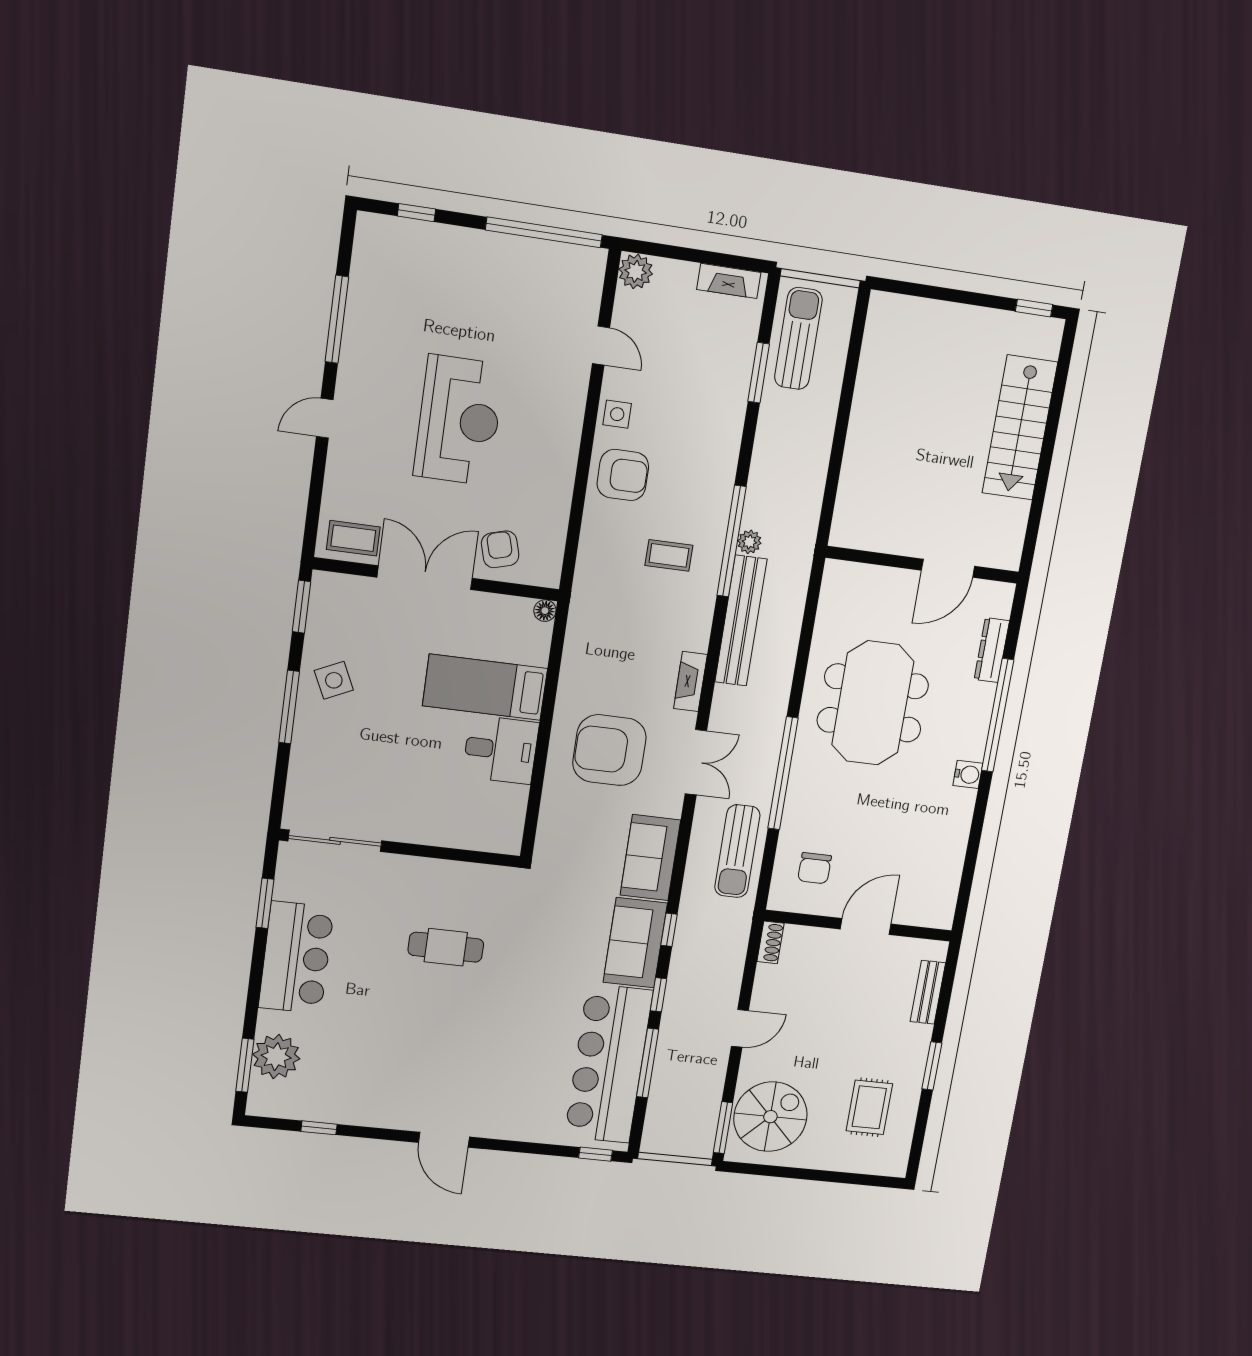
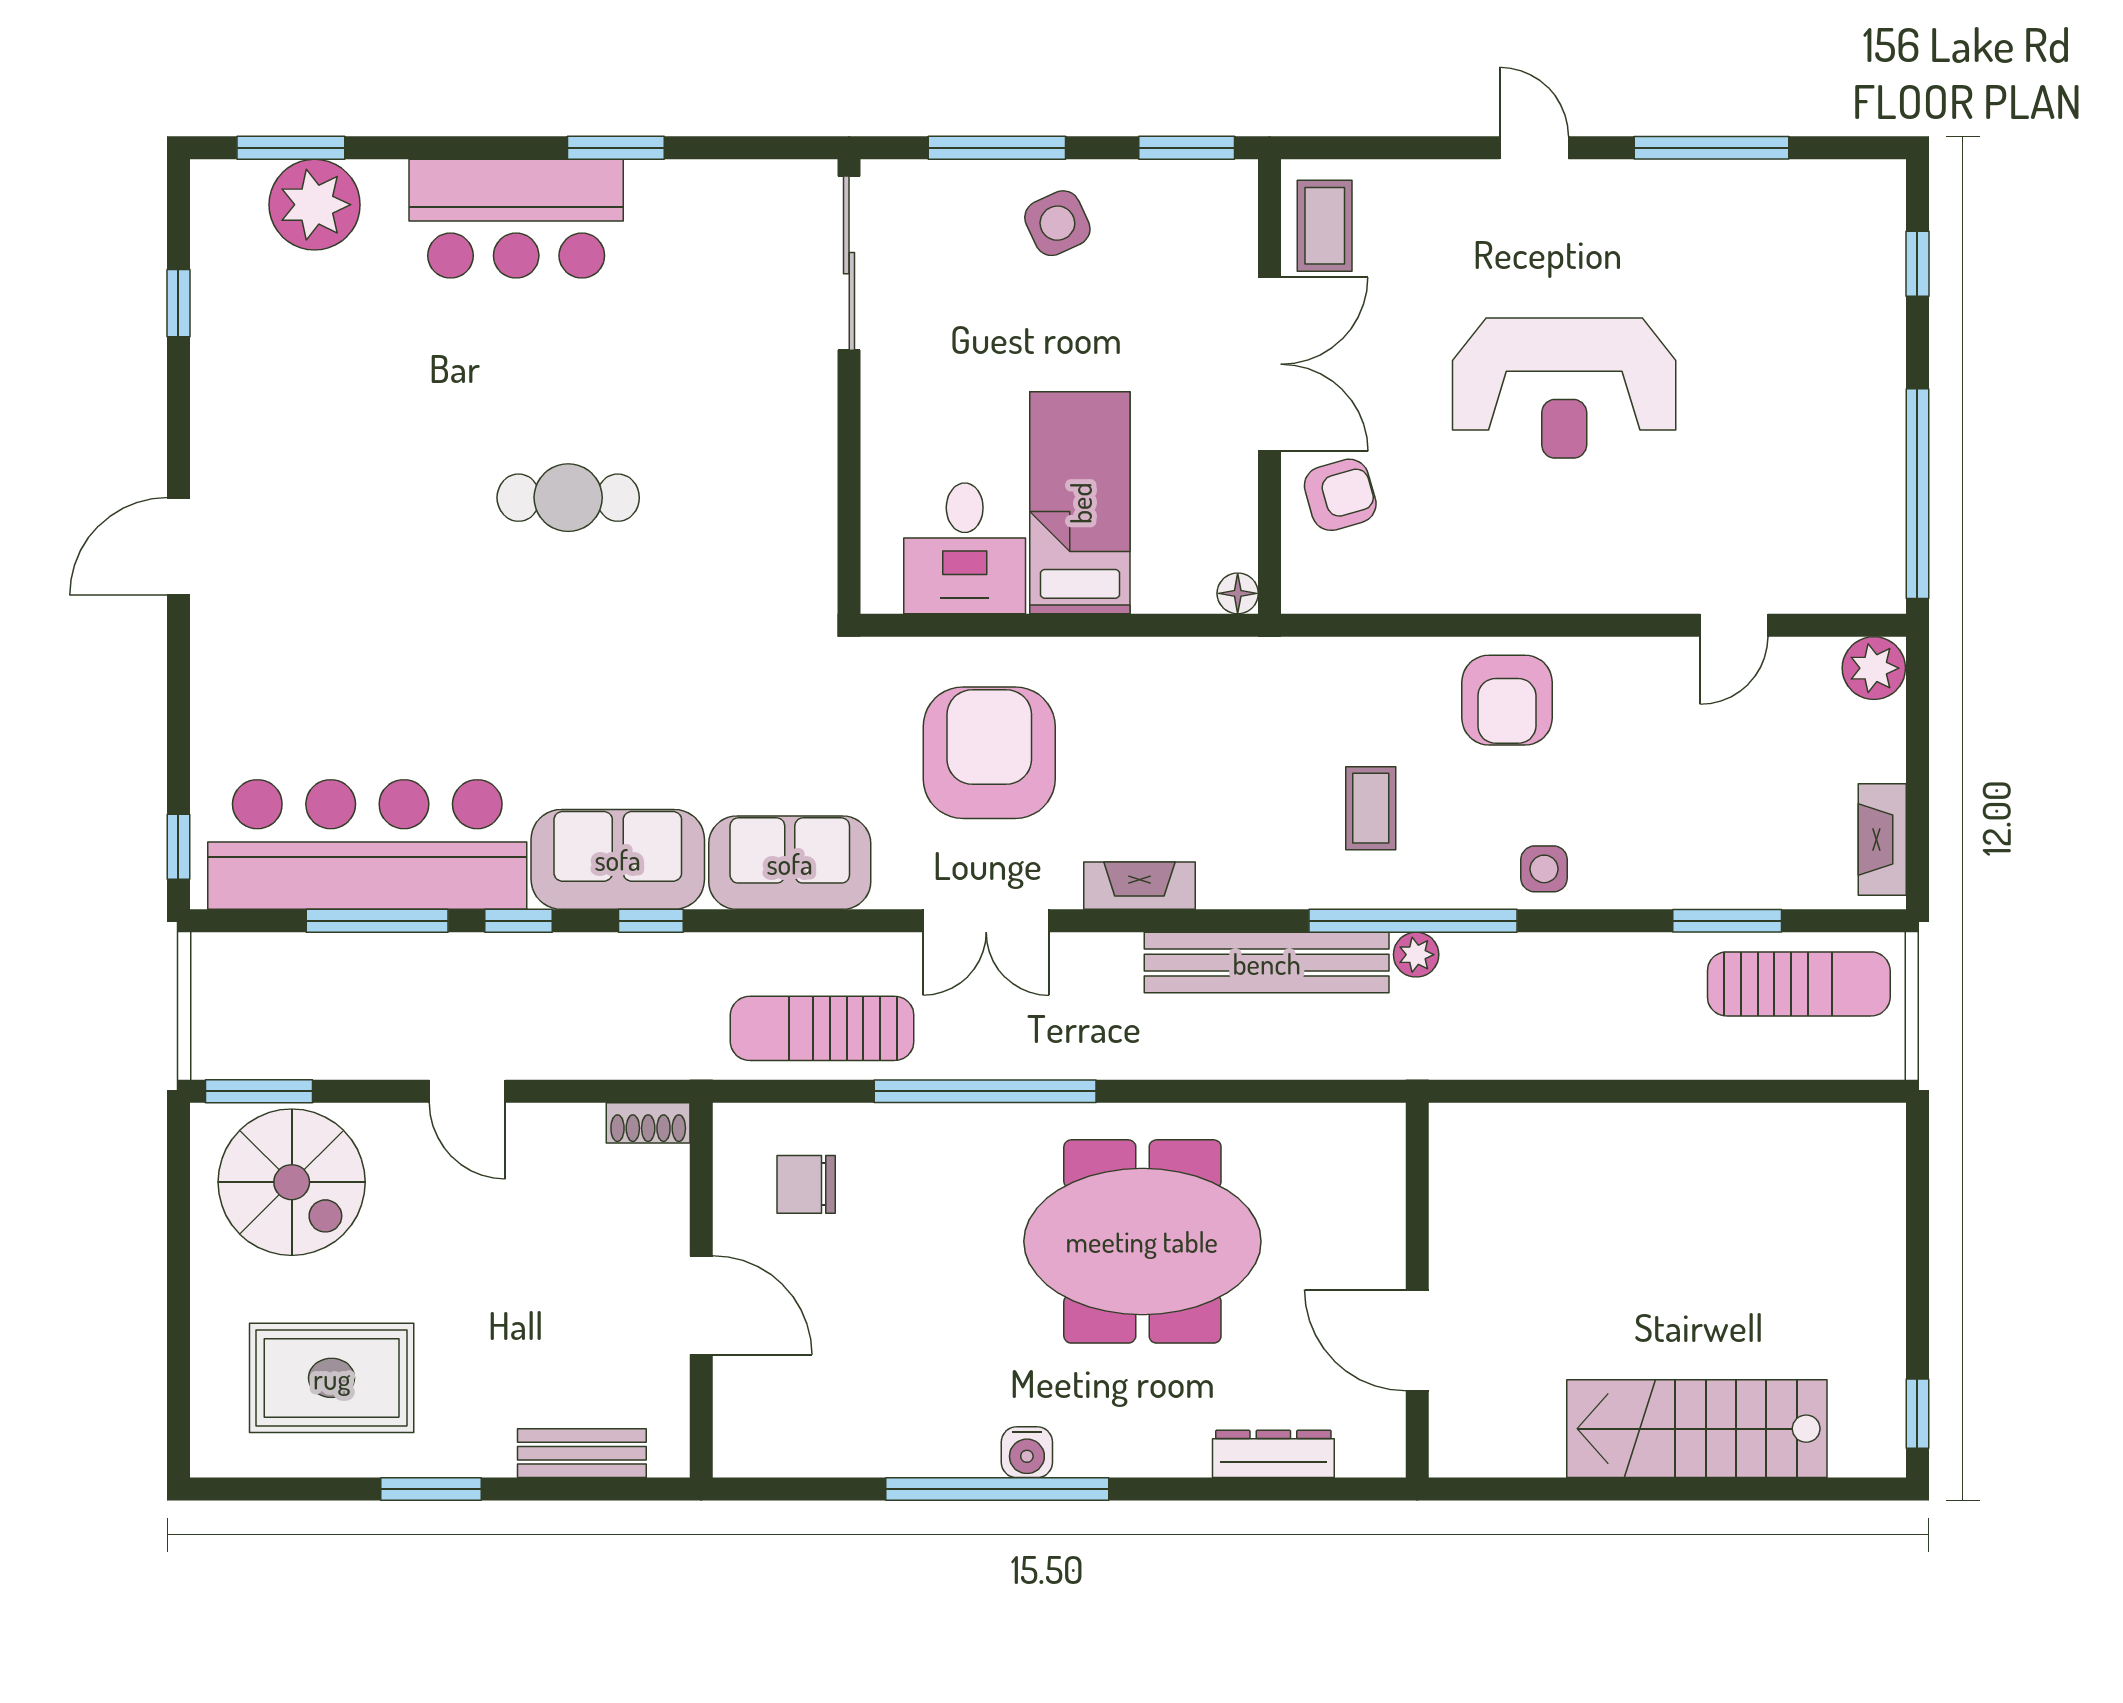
side table: (617, 414) -> (1544, 869), moved
window: (998, 715) -> (997, 1489), moved
sliding door: (335, 841) -> (849, 263), moved
wall: (400, 848) -> (849, 387), moved
cafe table: (446, 947) -> (568, 498), turned 90
rug: (869, 1107) -> (332, 1378), width x1.36, depth x1.43

